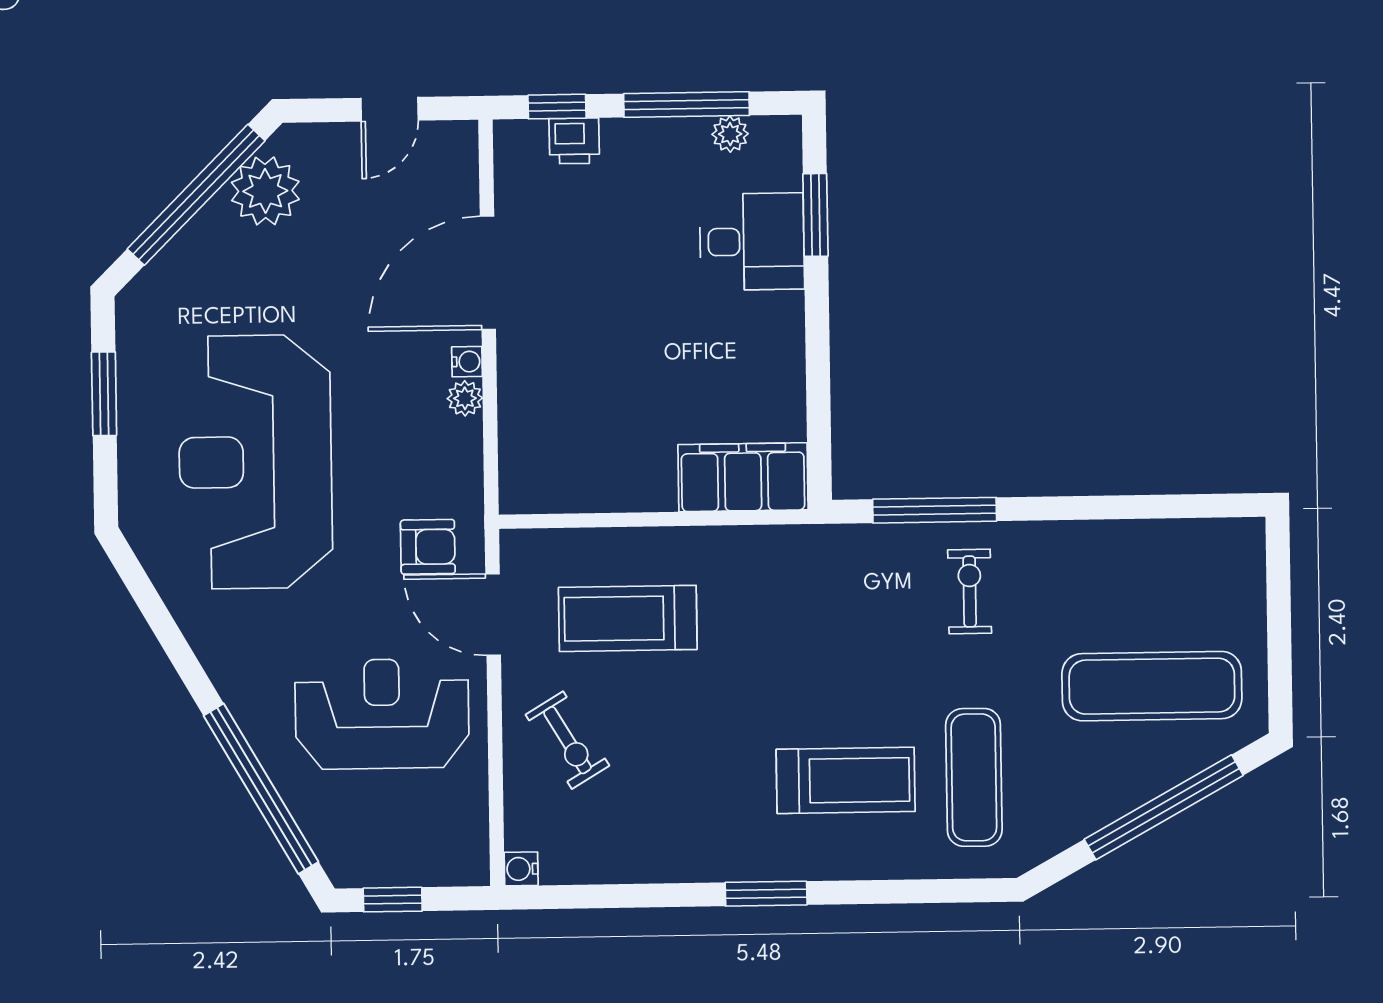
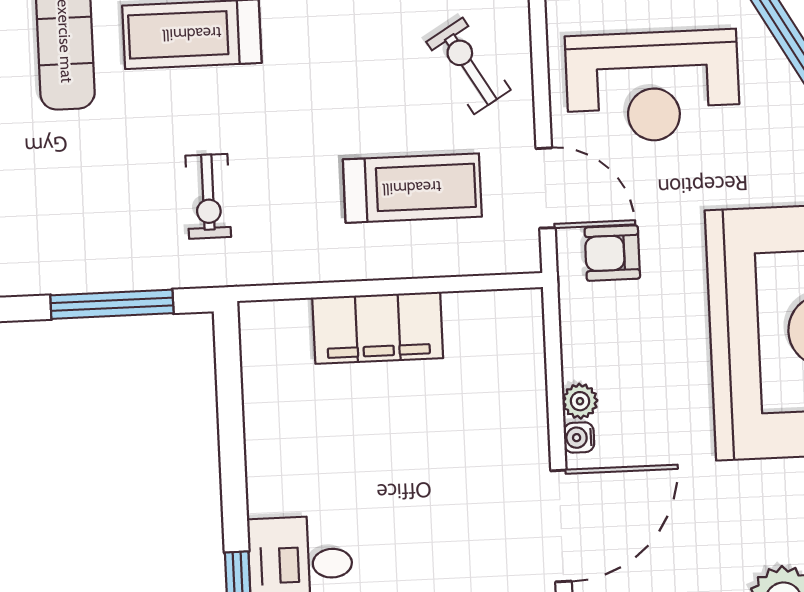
filing cabinet: (743, 477) -> (378, 328), moved
exercise bike: (970, 591) -> (208, 196), moved

